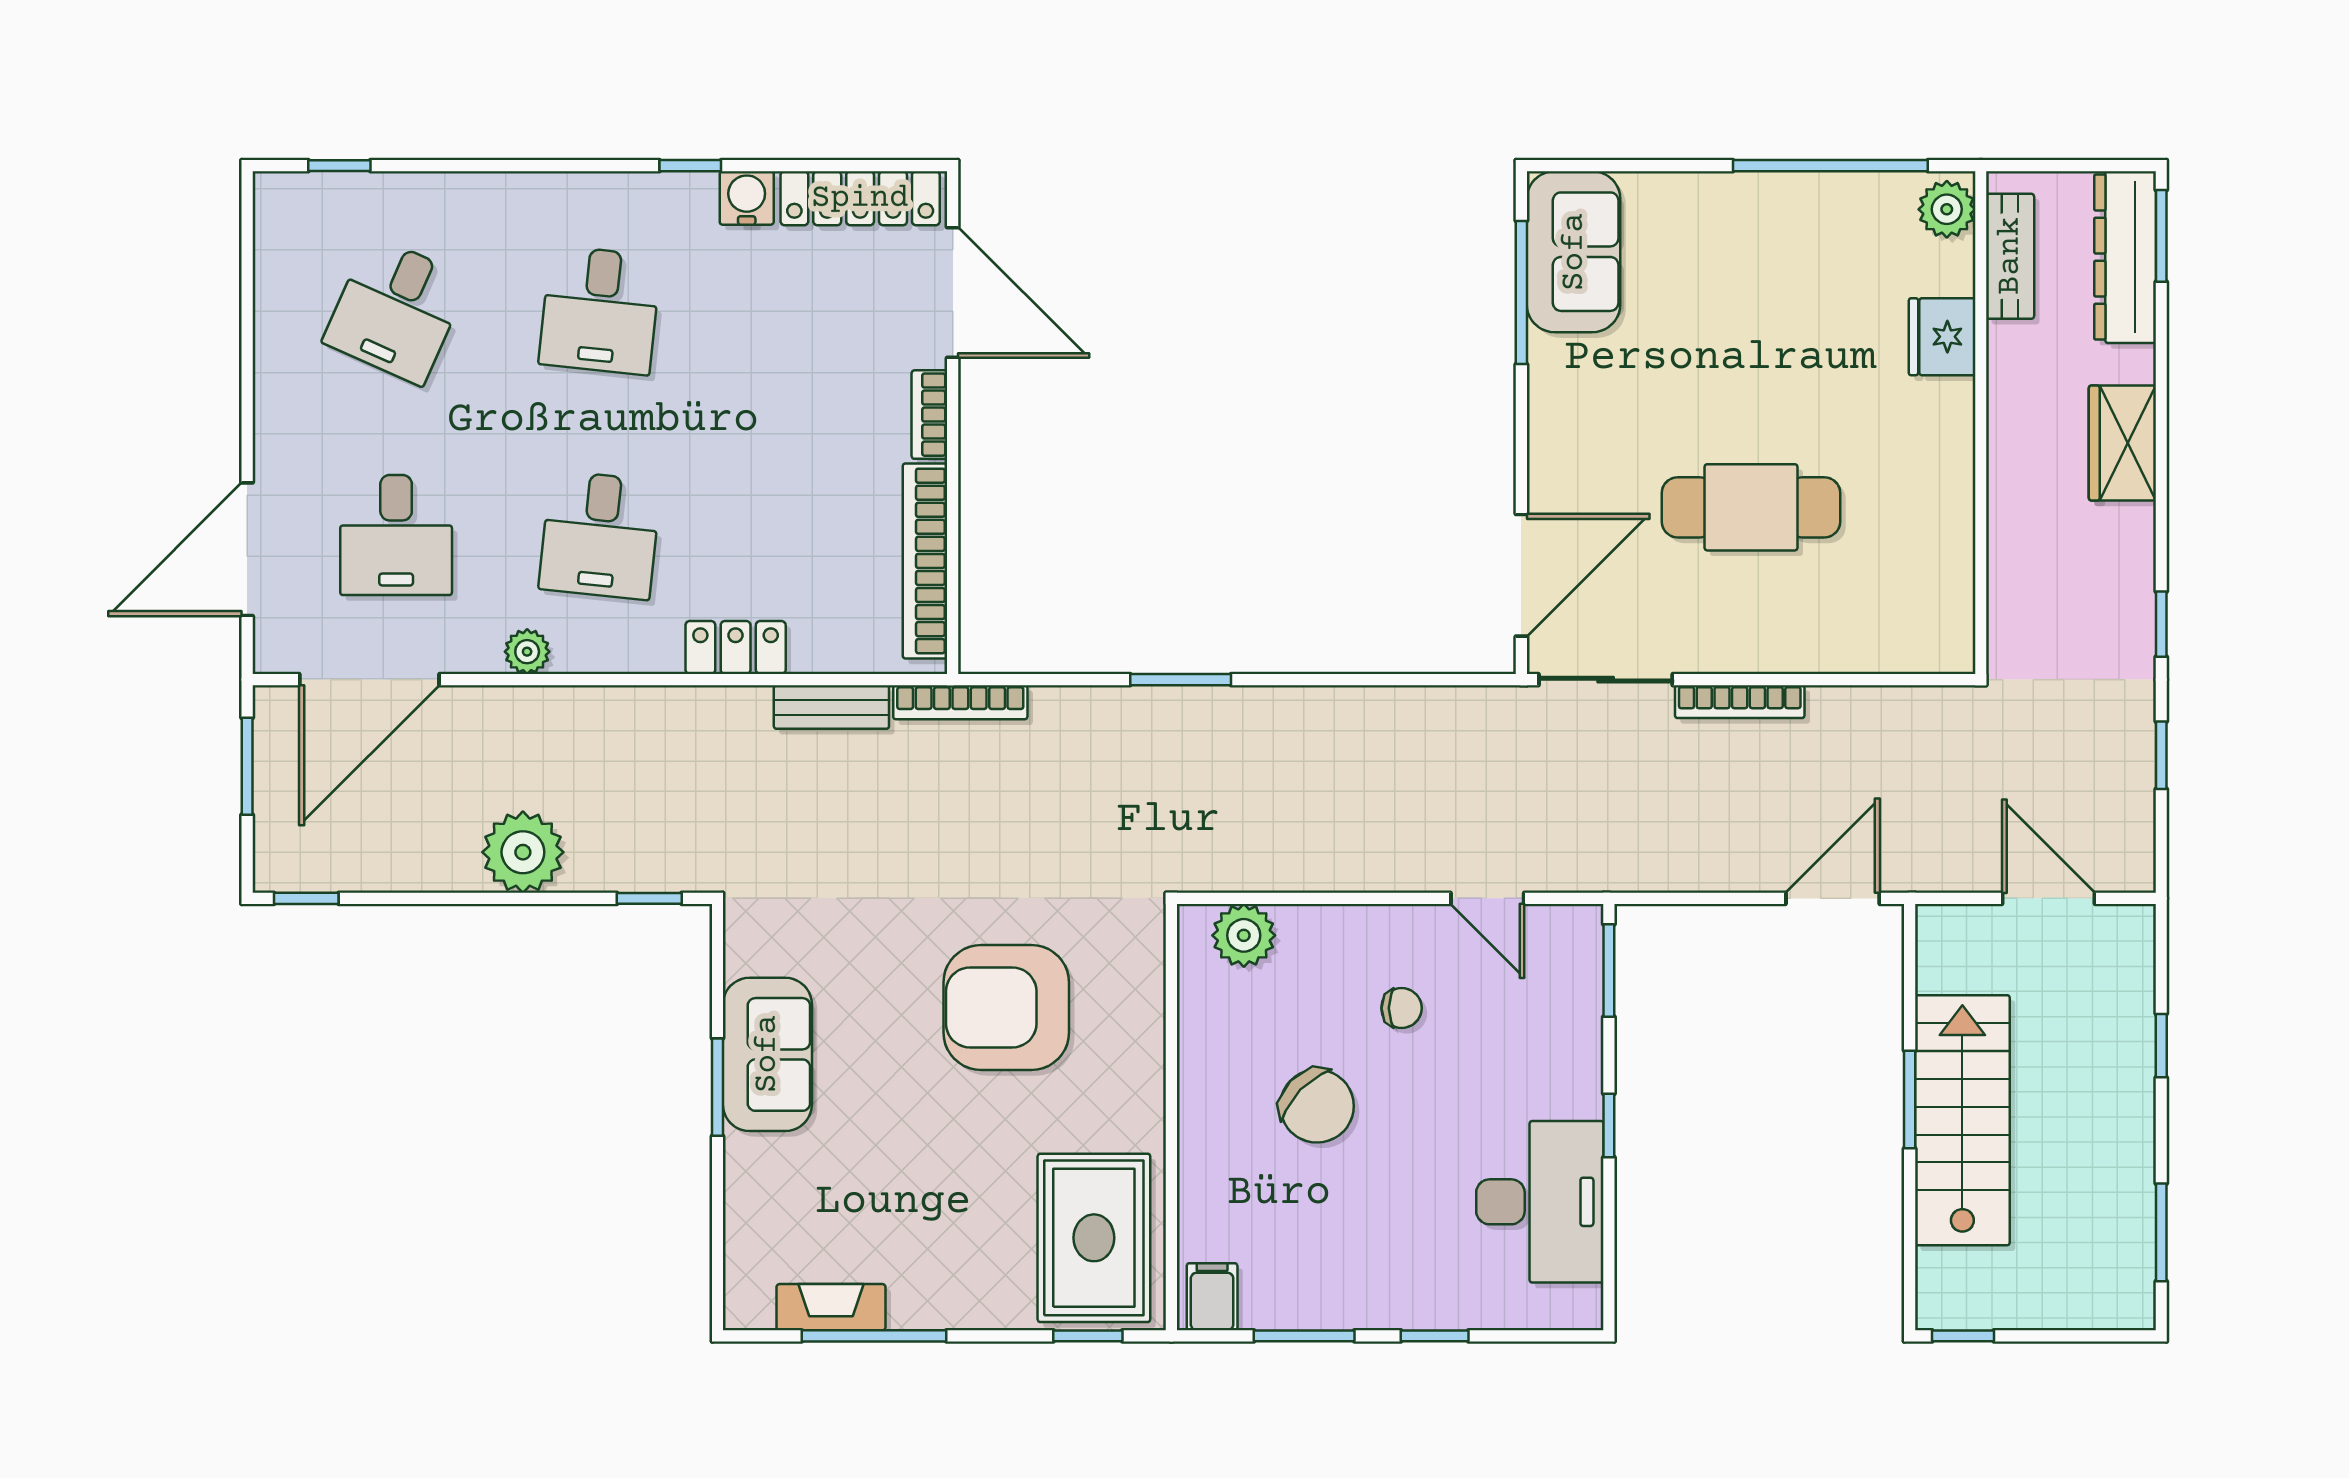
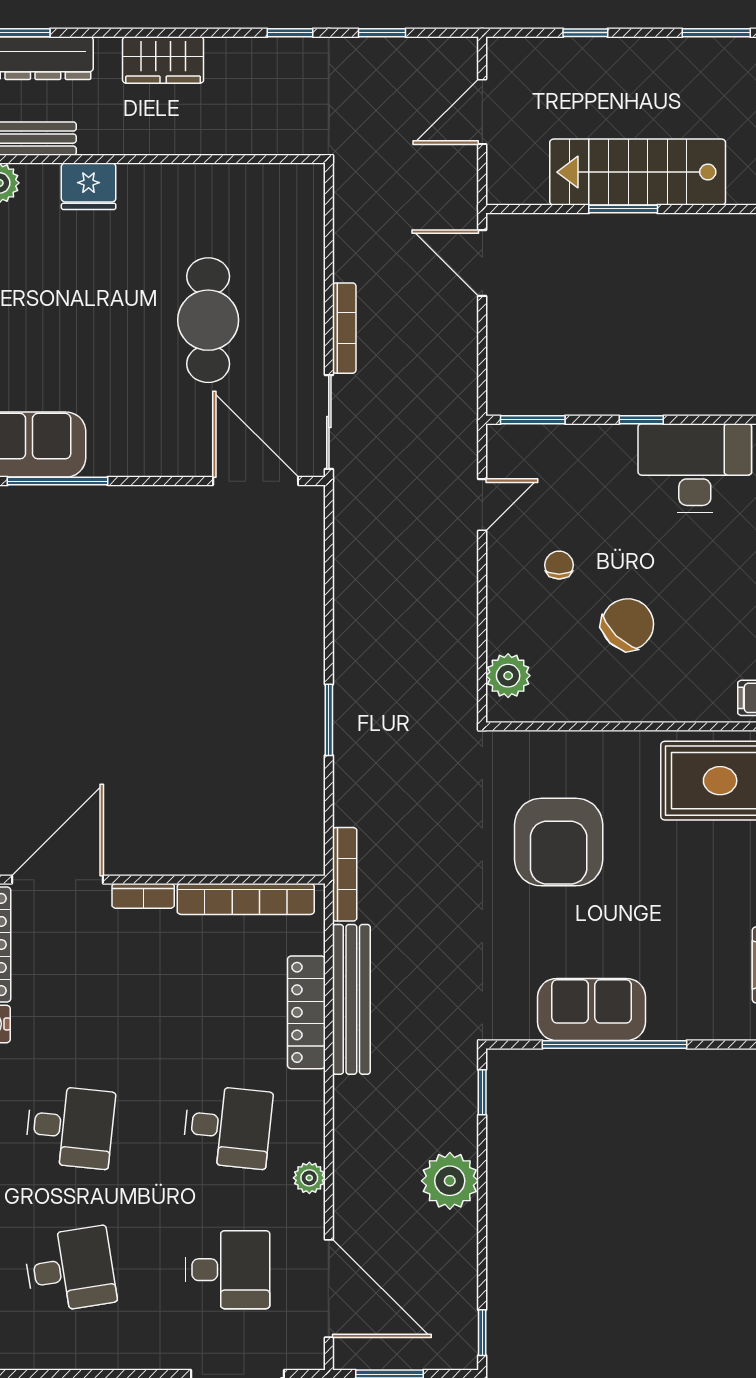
desk: (396, 310) -> (70, 1270), turned -33
locker: (736, 647) -> (306, 1012), width x1.53
bench: (831, 707) -> (351, 999), width x1.86, depth x1.21
window: (718, 1087) -> (614, 1044), width x2.11

